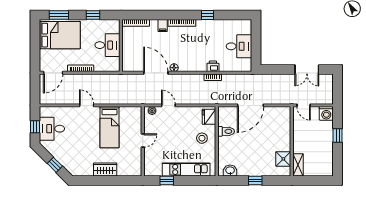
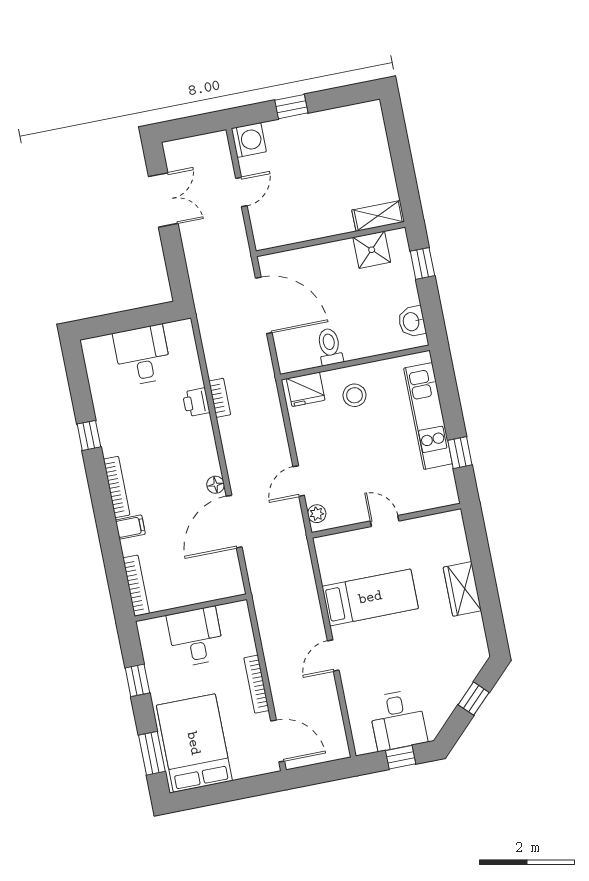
wall: (292, 141) -> (331, 239), moved
shower: (283, 159) -> (372, 250), moved
shelving: (298, 165) -> (378, 216), moved

